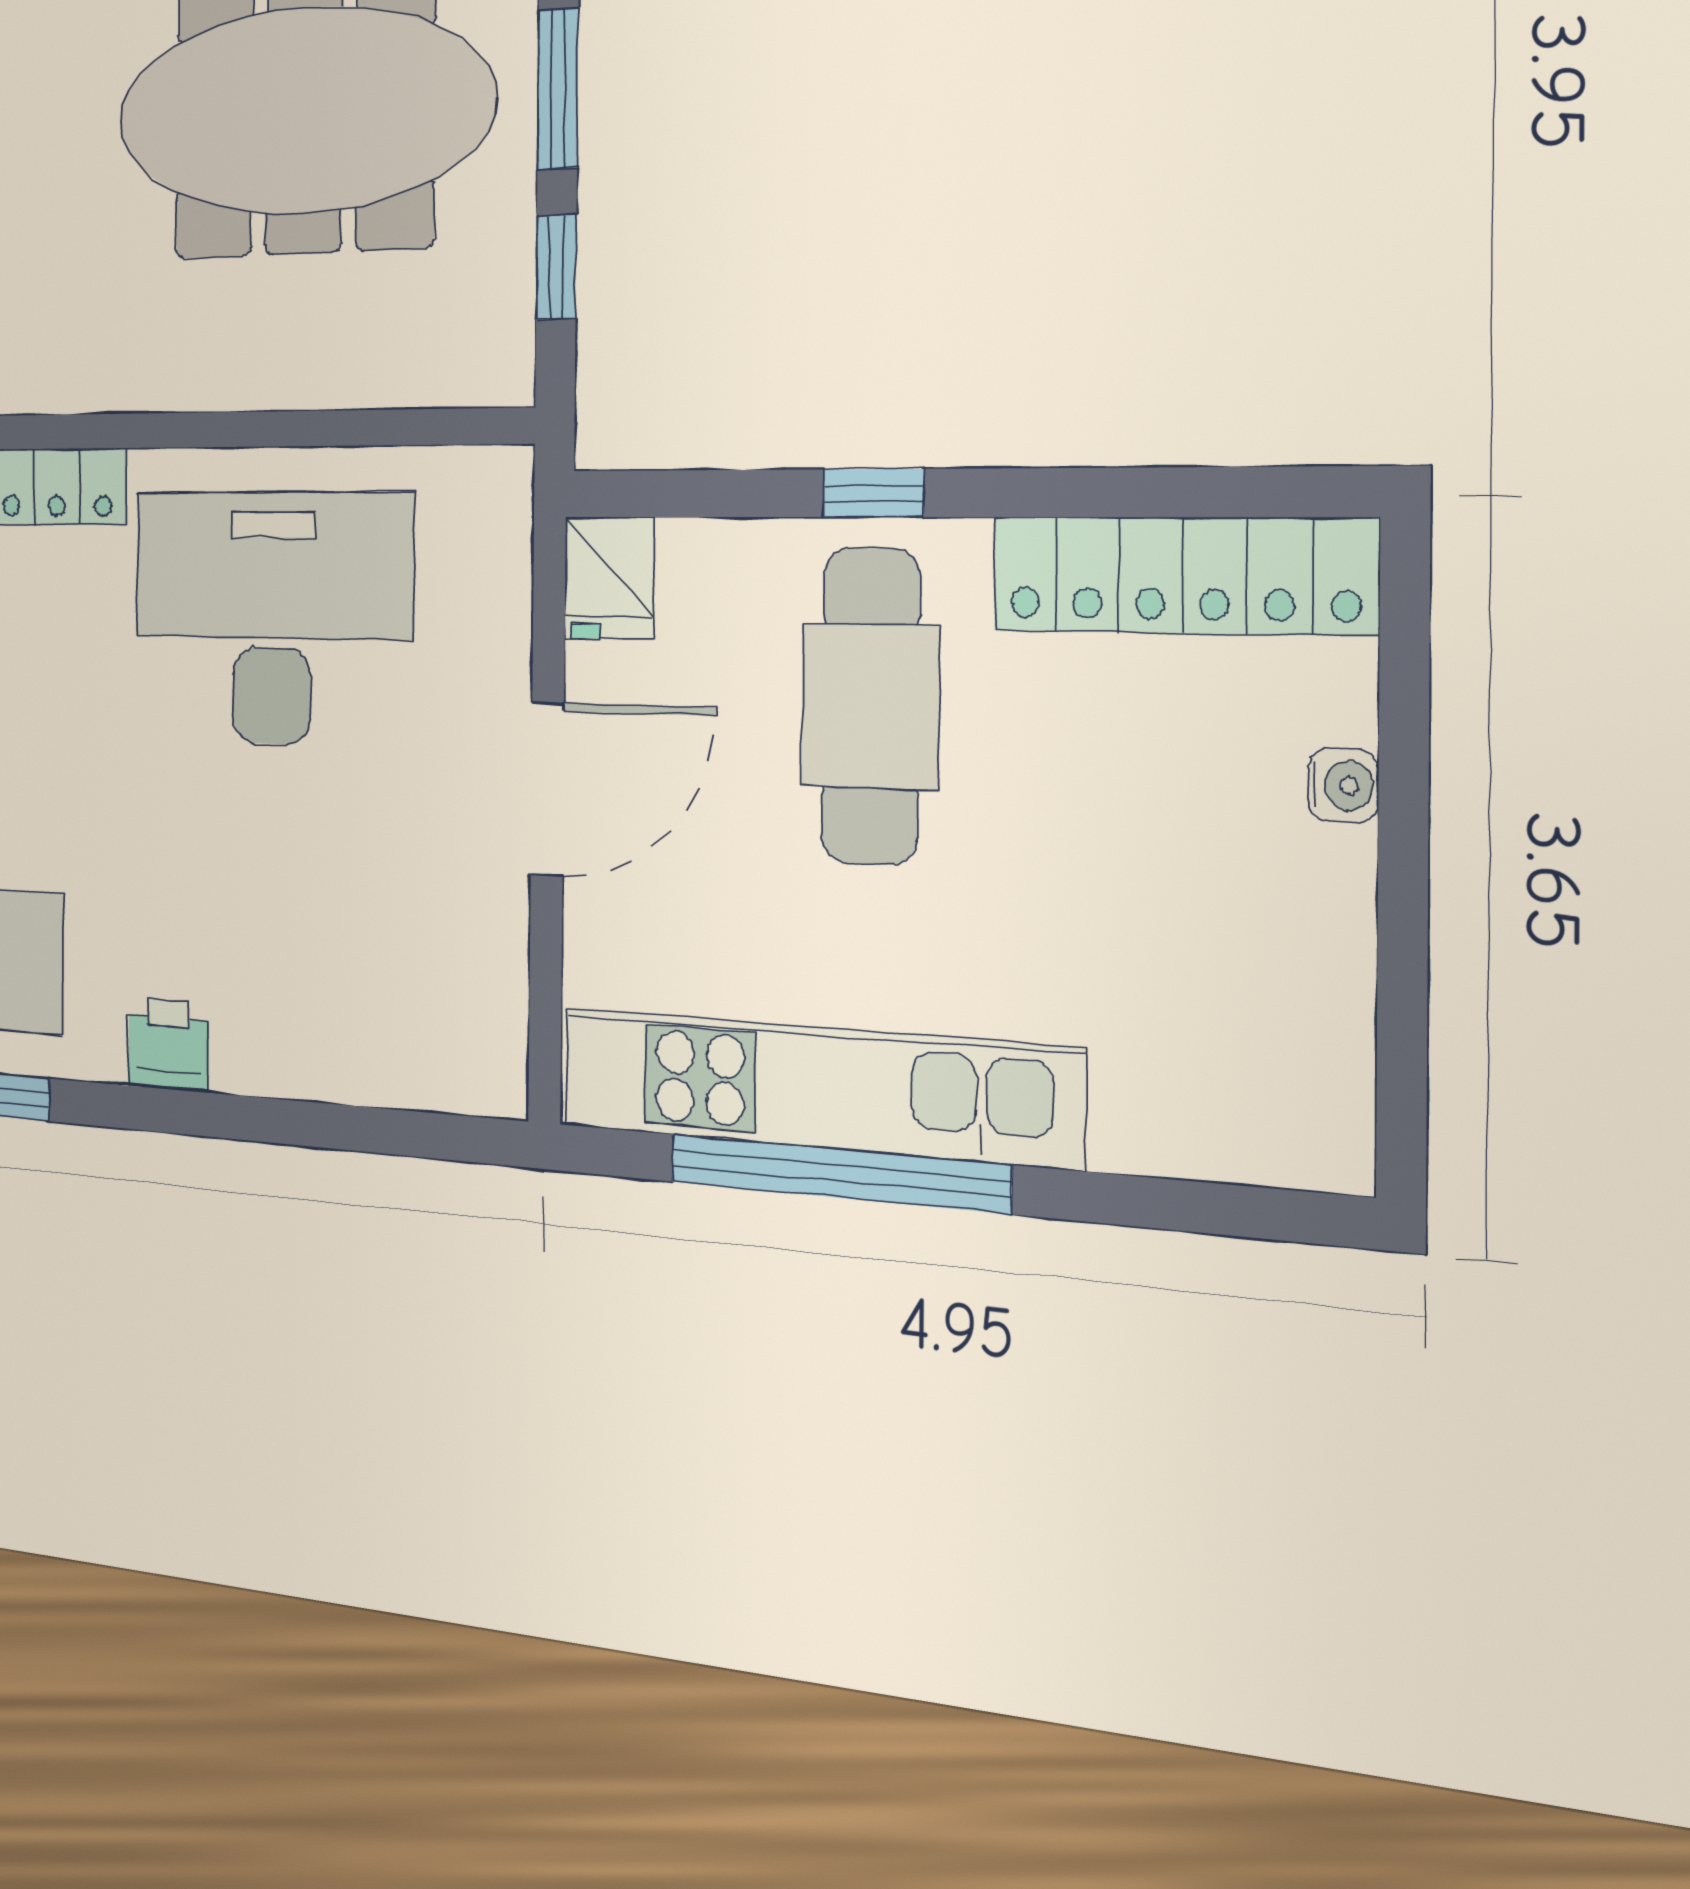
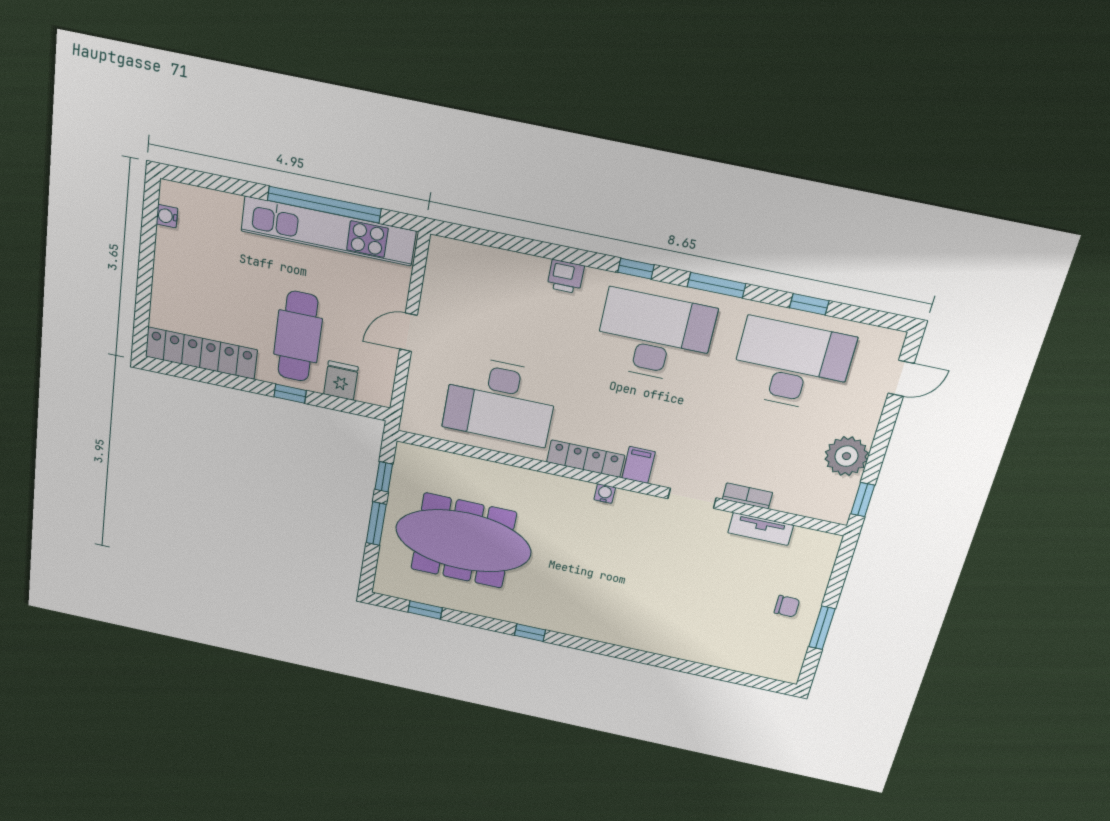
fridge: (609, 578) -> (341, 381), moved
water cooler: (1343, 786) -> (167, 216), moved
door: (547, 789) -> (408, 332), width x0.73

